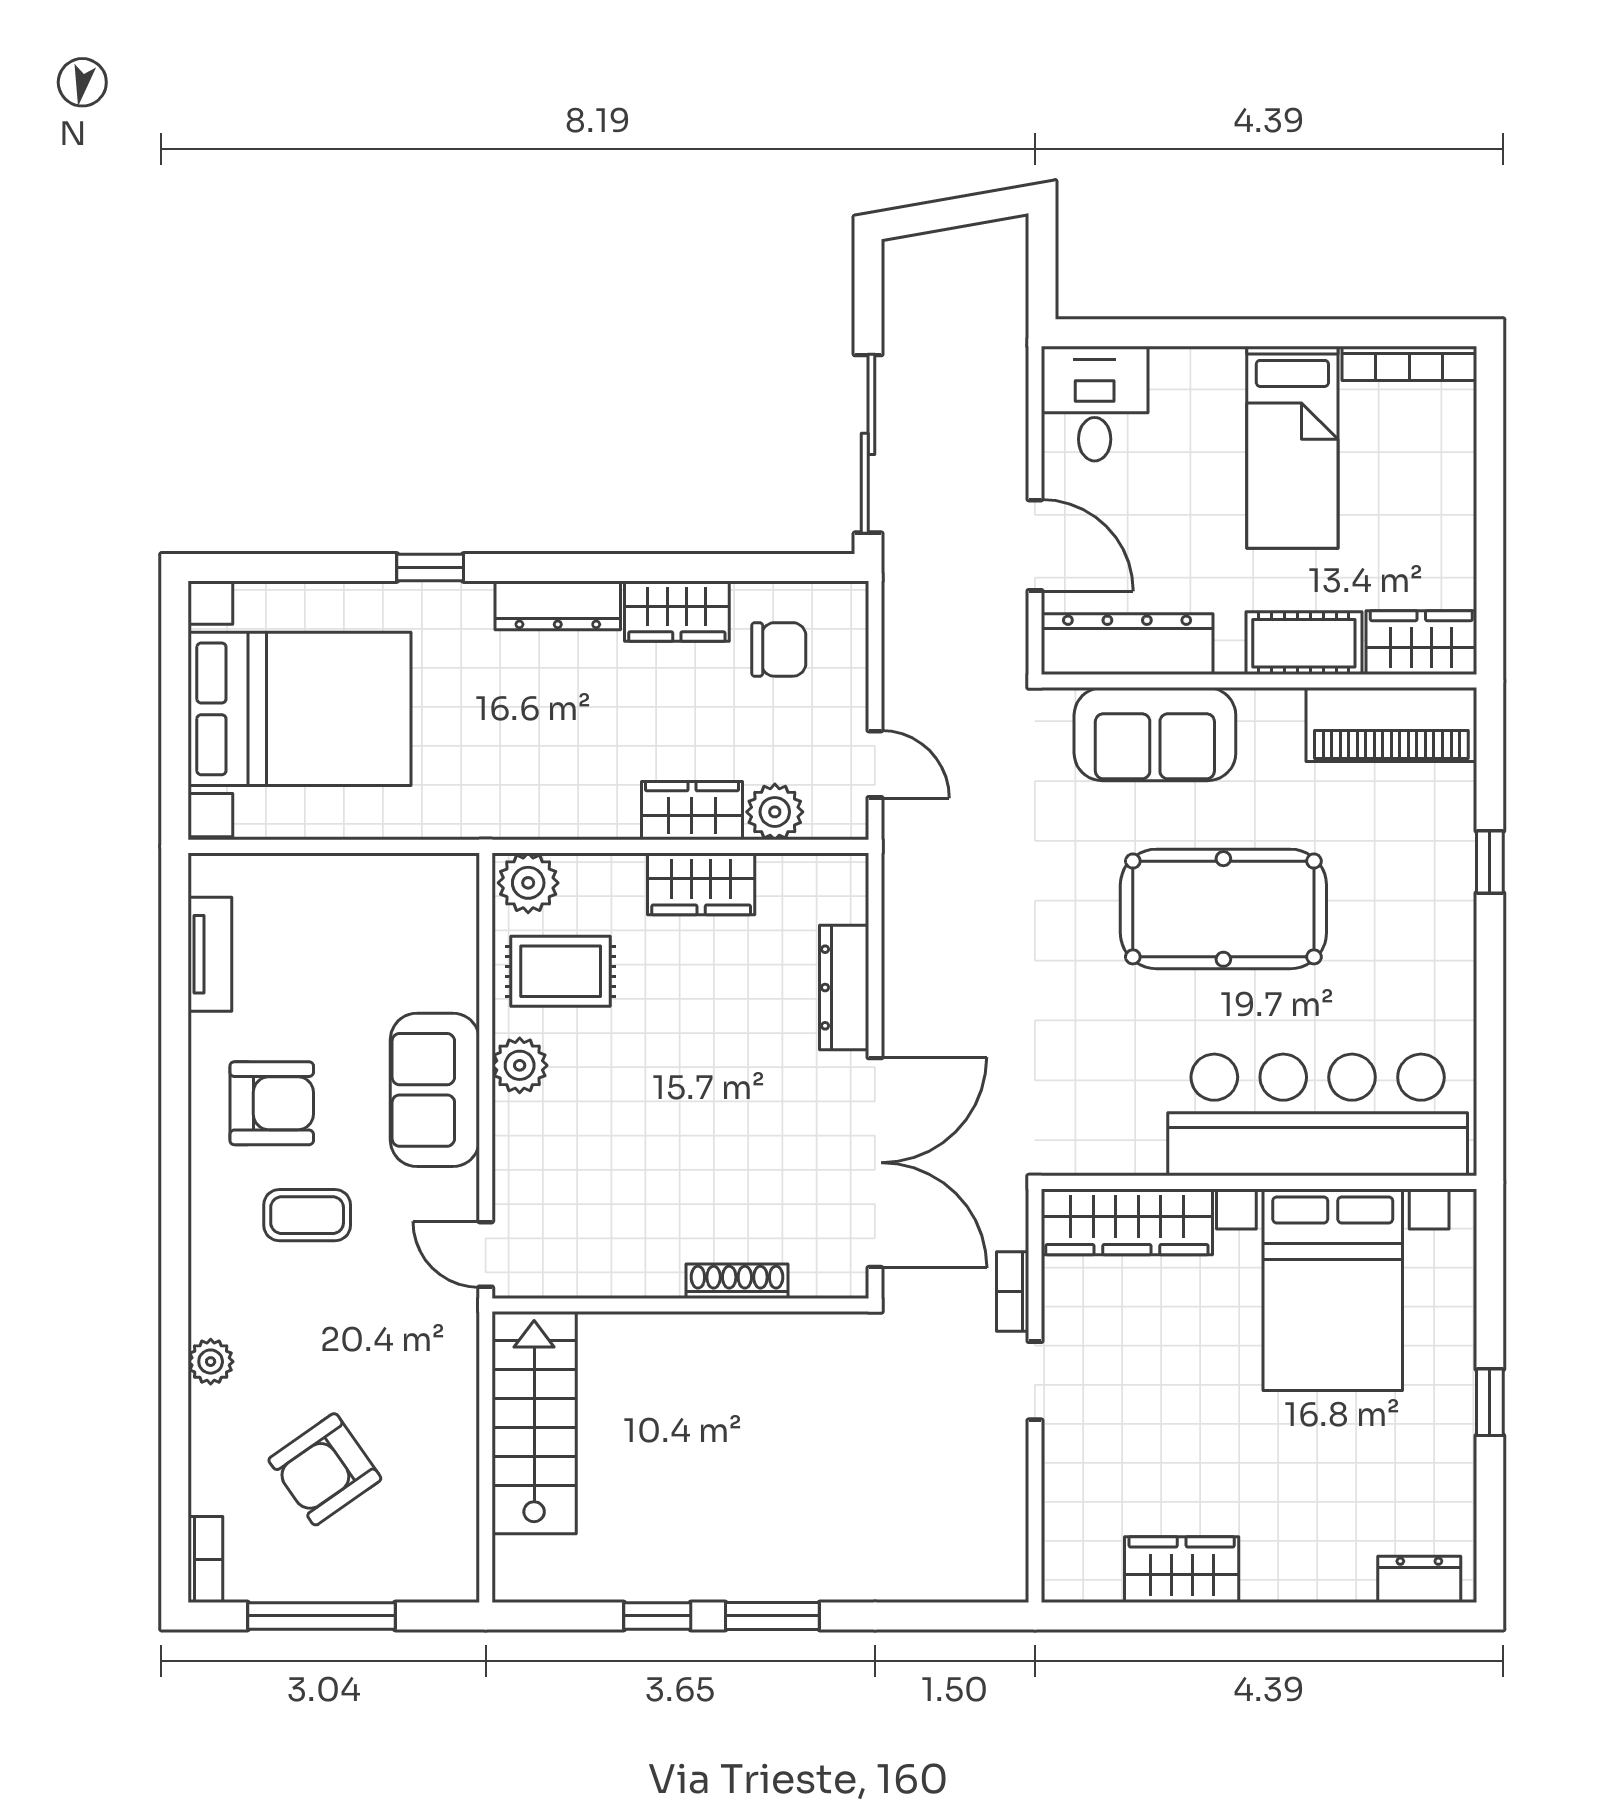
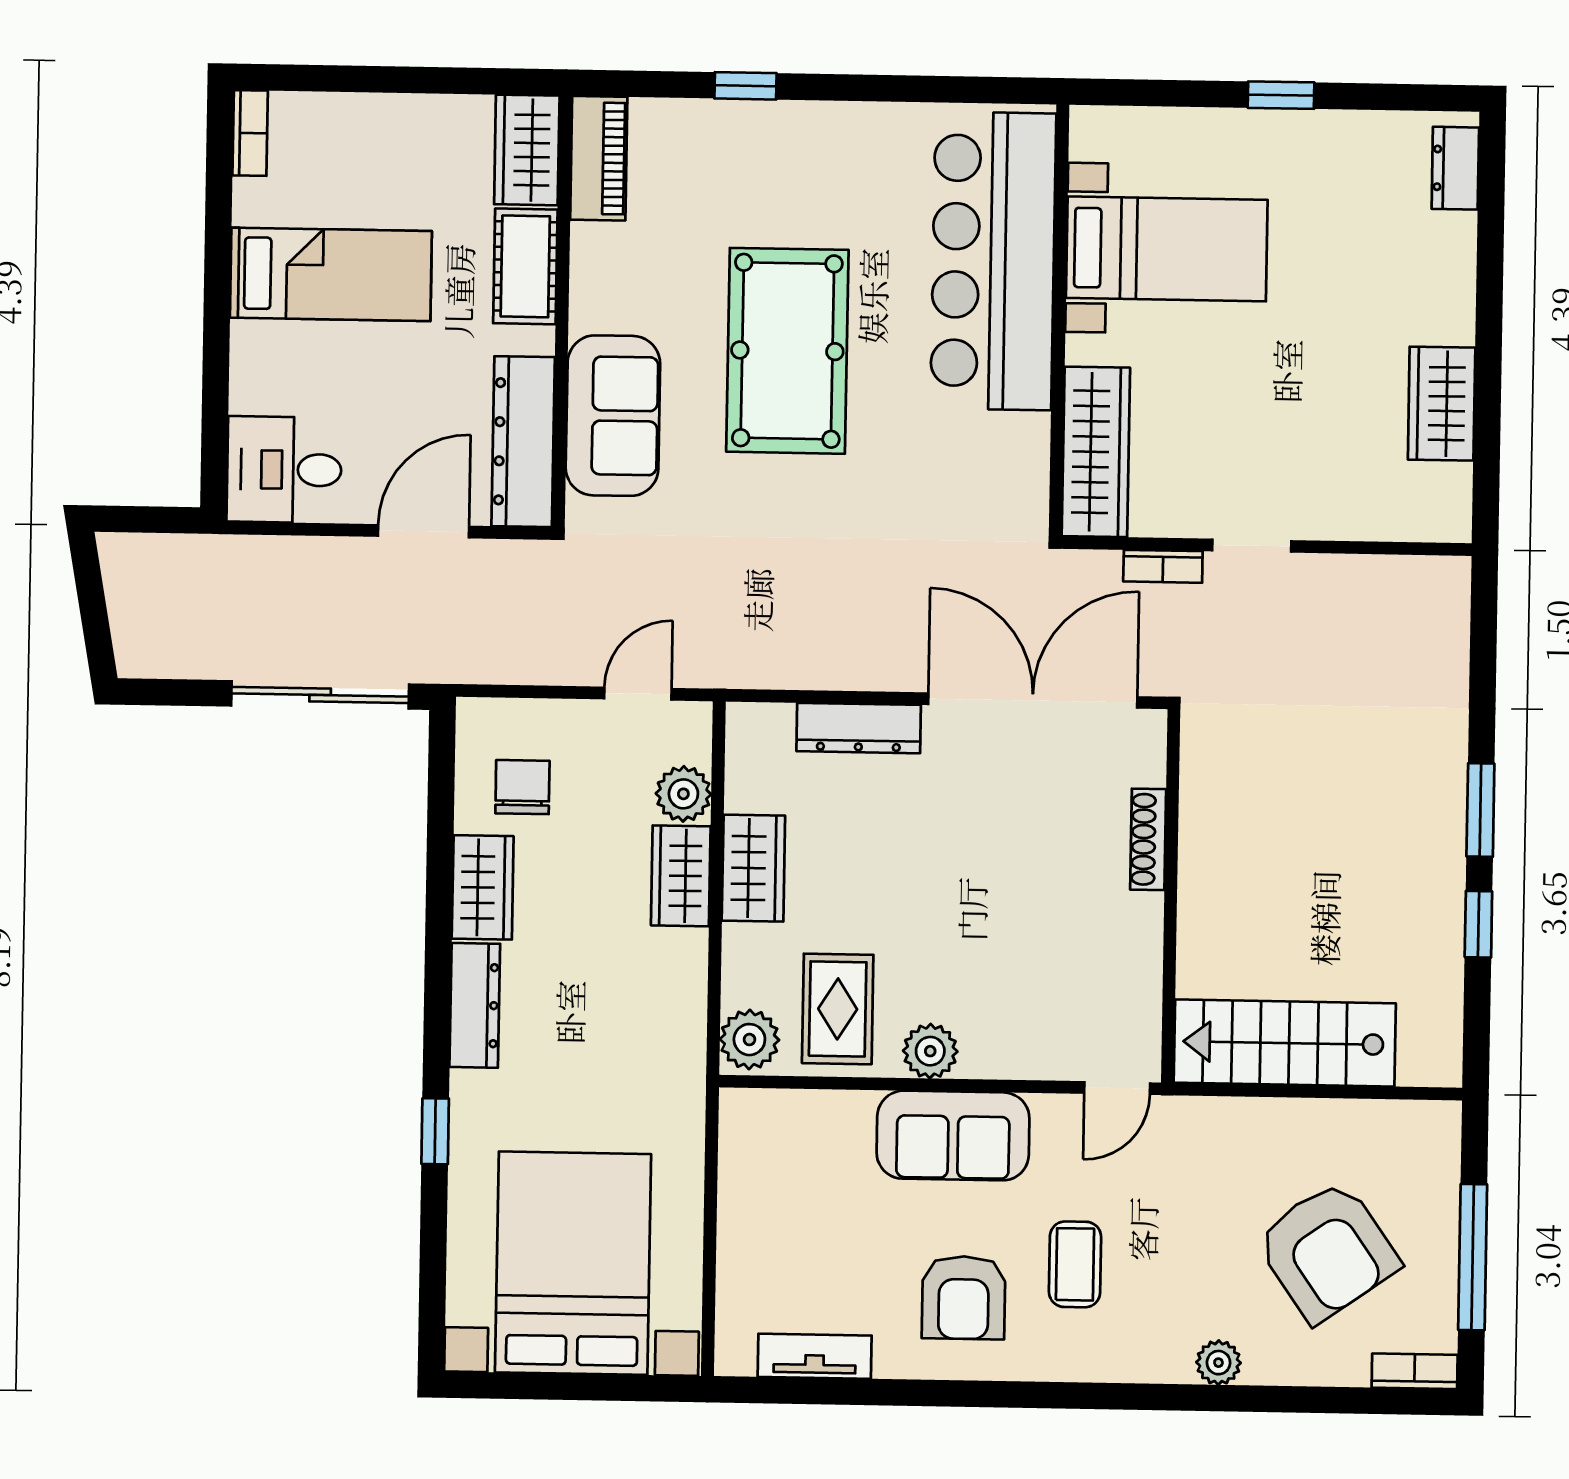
bookcase: (1409, 363) -> (250, 133), width x0.64
piano: (1391, 724) -> (599, 158), width x0.73, depth x0.75
armchair: (272, 1103) -> (964, 1298), turned 180
bed with nightstands: (1333, 1290) -> (1167, 249), width x0.73
armchair: (325, 1469) -> (1327, 1251), width x1.36, depth x1.36

